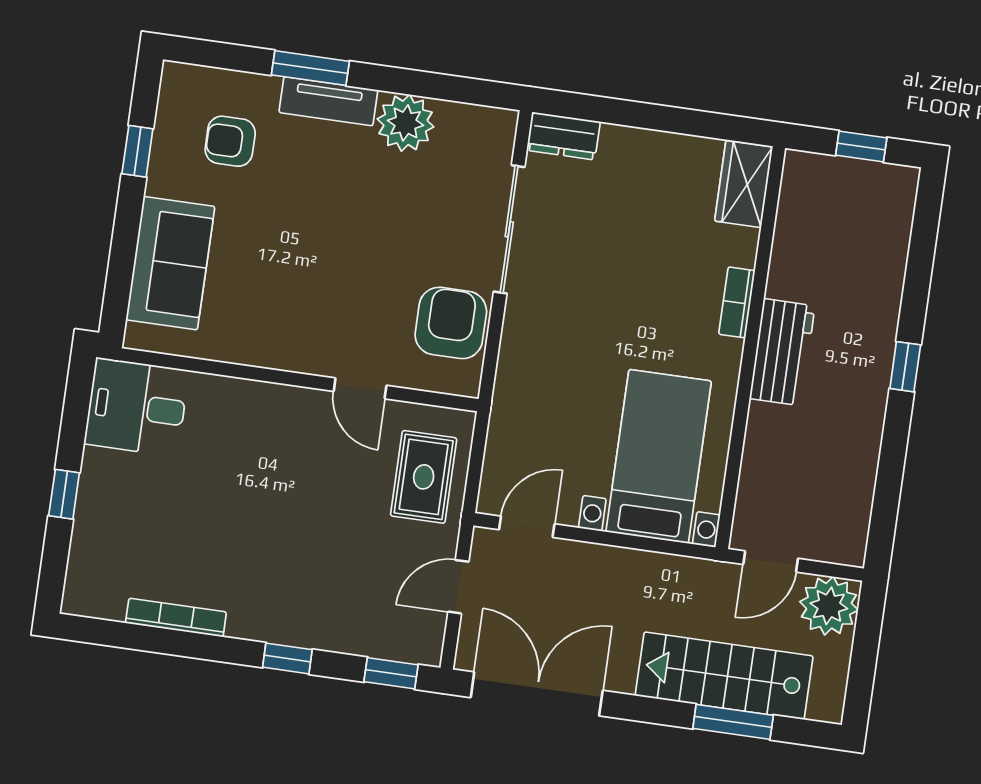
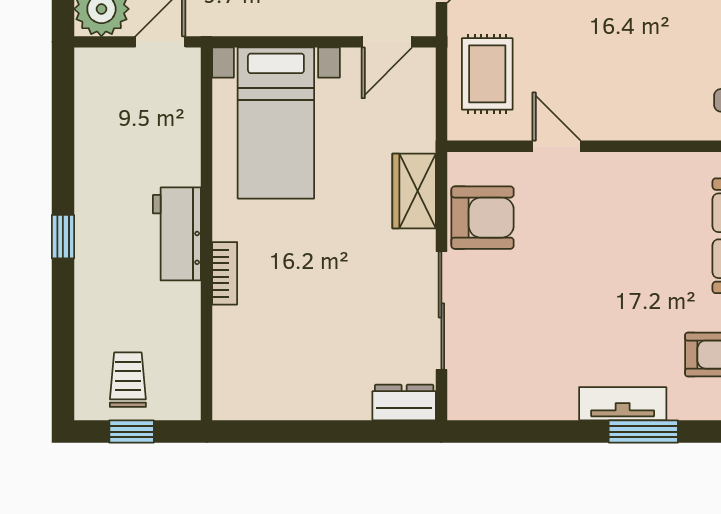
plant: (406, 123) -> (550, 394), removed
wardrobe: (744, 184) -> (414, 191), moved, turned 180
trolley: (857, 203) -> (128, 380), added
armchair: (451, 323) -> (482, 218), turned -90

